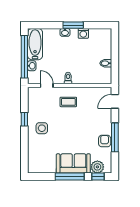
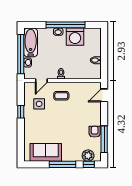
window: (73, 25) -> (66, 25), width x2.11
washing machine: (83, 33) -> (75, 37), width x1.89, depth x1.89
door: (47, 86) -> (41, 81), swing flipped
side table: (42, 128) -> (39, 104), moved
window: (115, 137) -> (104, 139), moved
sofa: (73, 163) -> (46, 152), moved

